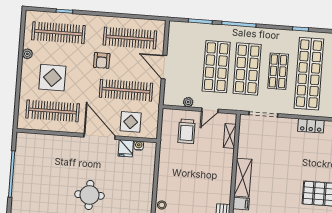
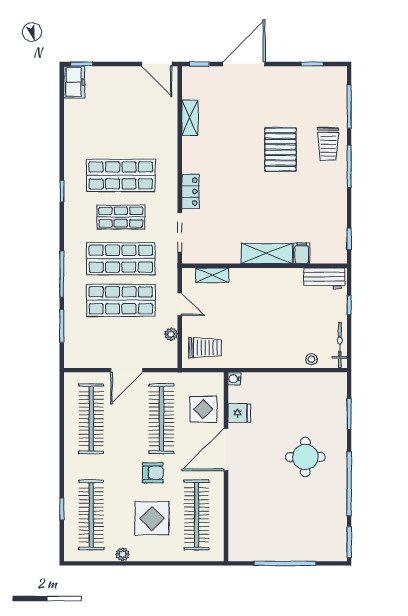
armchair: (102, 60) -> (153, 473), moved
shop shelf: (309, 74) -> (121, 175), width x0.71
locker: (311, 126) -> (190, 191), moved
trolley: (187, 131) -> (205, 348), moved
water cooler: (139, 146) -> (234, 379), moved

